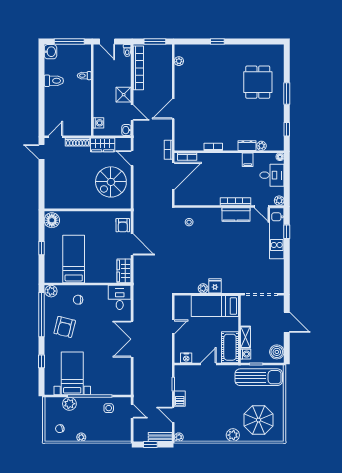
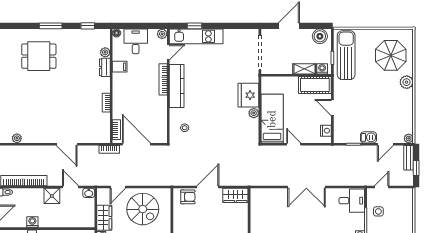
door: (132, 113) -> (71, 187), hinge flipped
washing machine: (99, 123) -> (32, 222), moved
kitchen counter: (236, 215) -> (177, 86), width x1.50
fridge: (215, 286) -> (248, 95), width x1.88, depth x1.34
desk: (120, 297) -> (352, 201), moved, turned 180
bed: (215, 306) -> (272, 119), moved, turned 180

